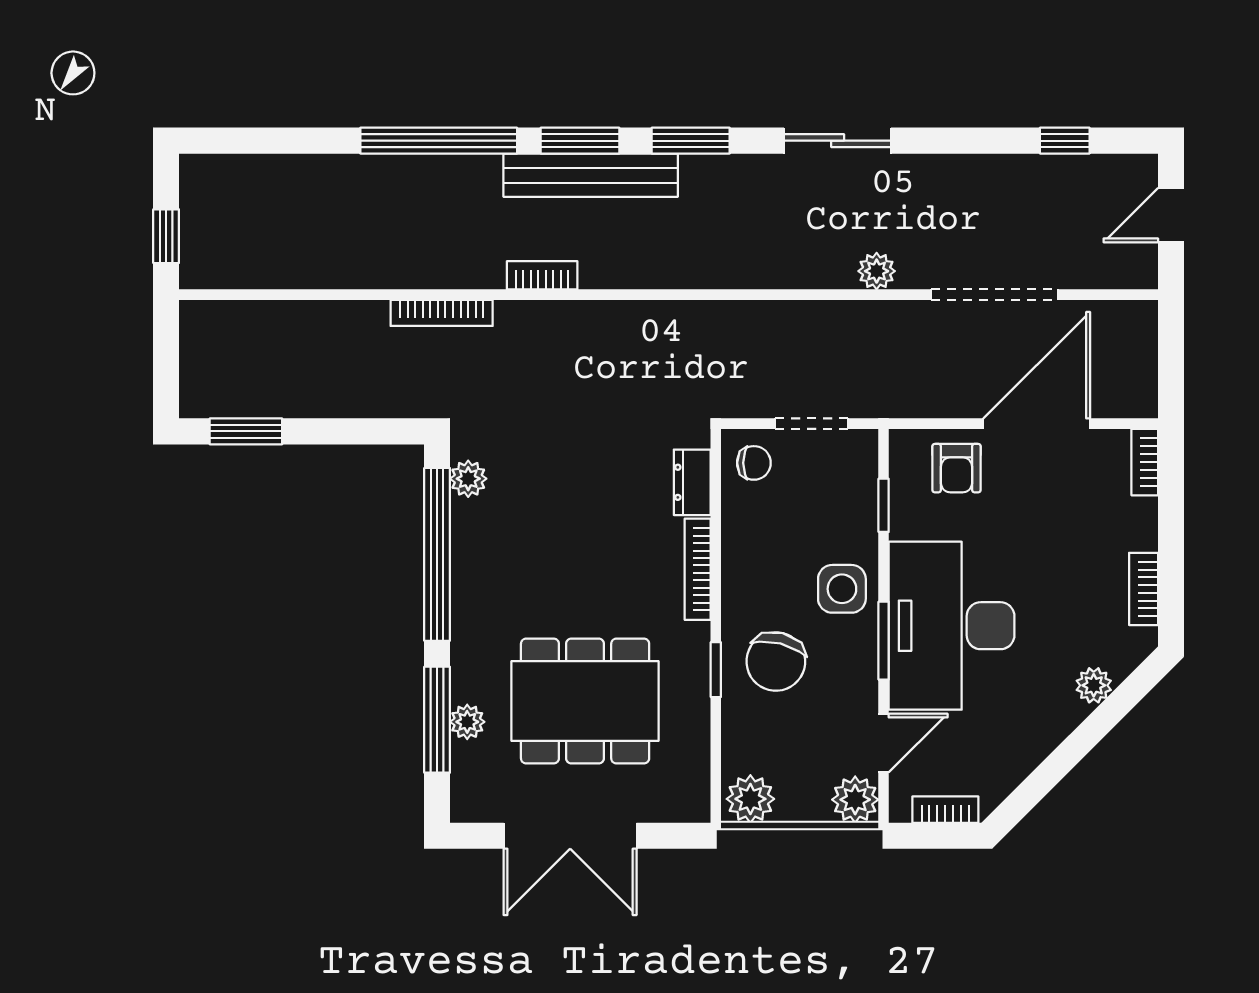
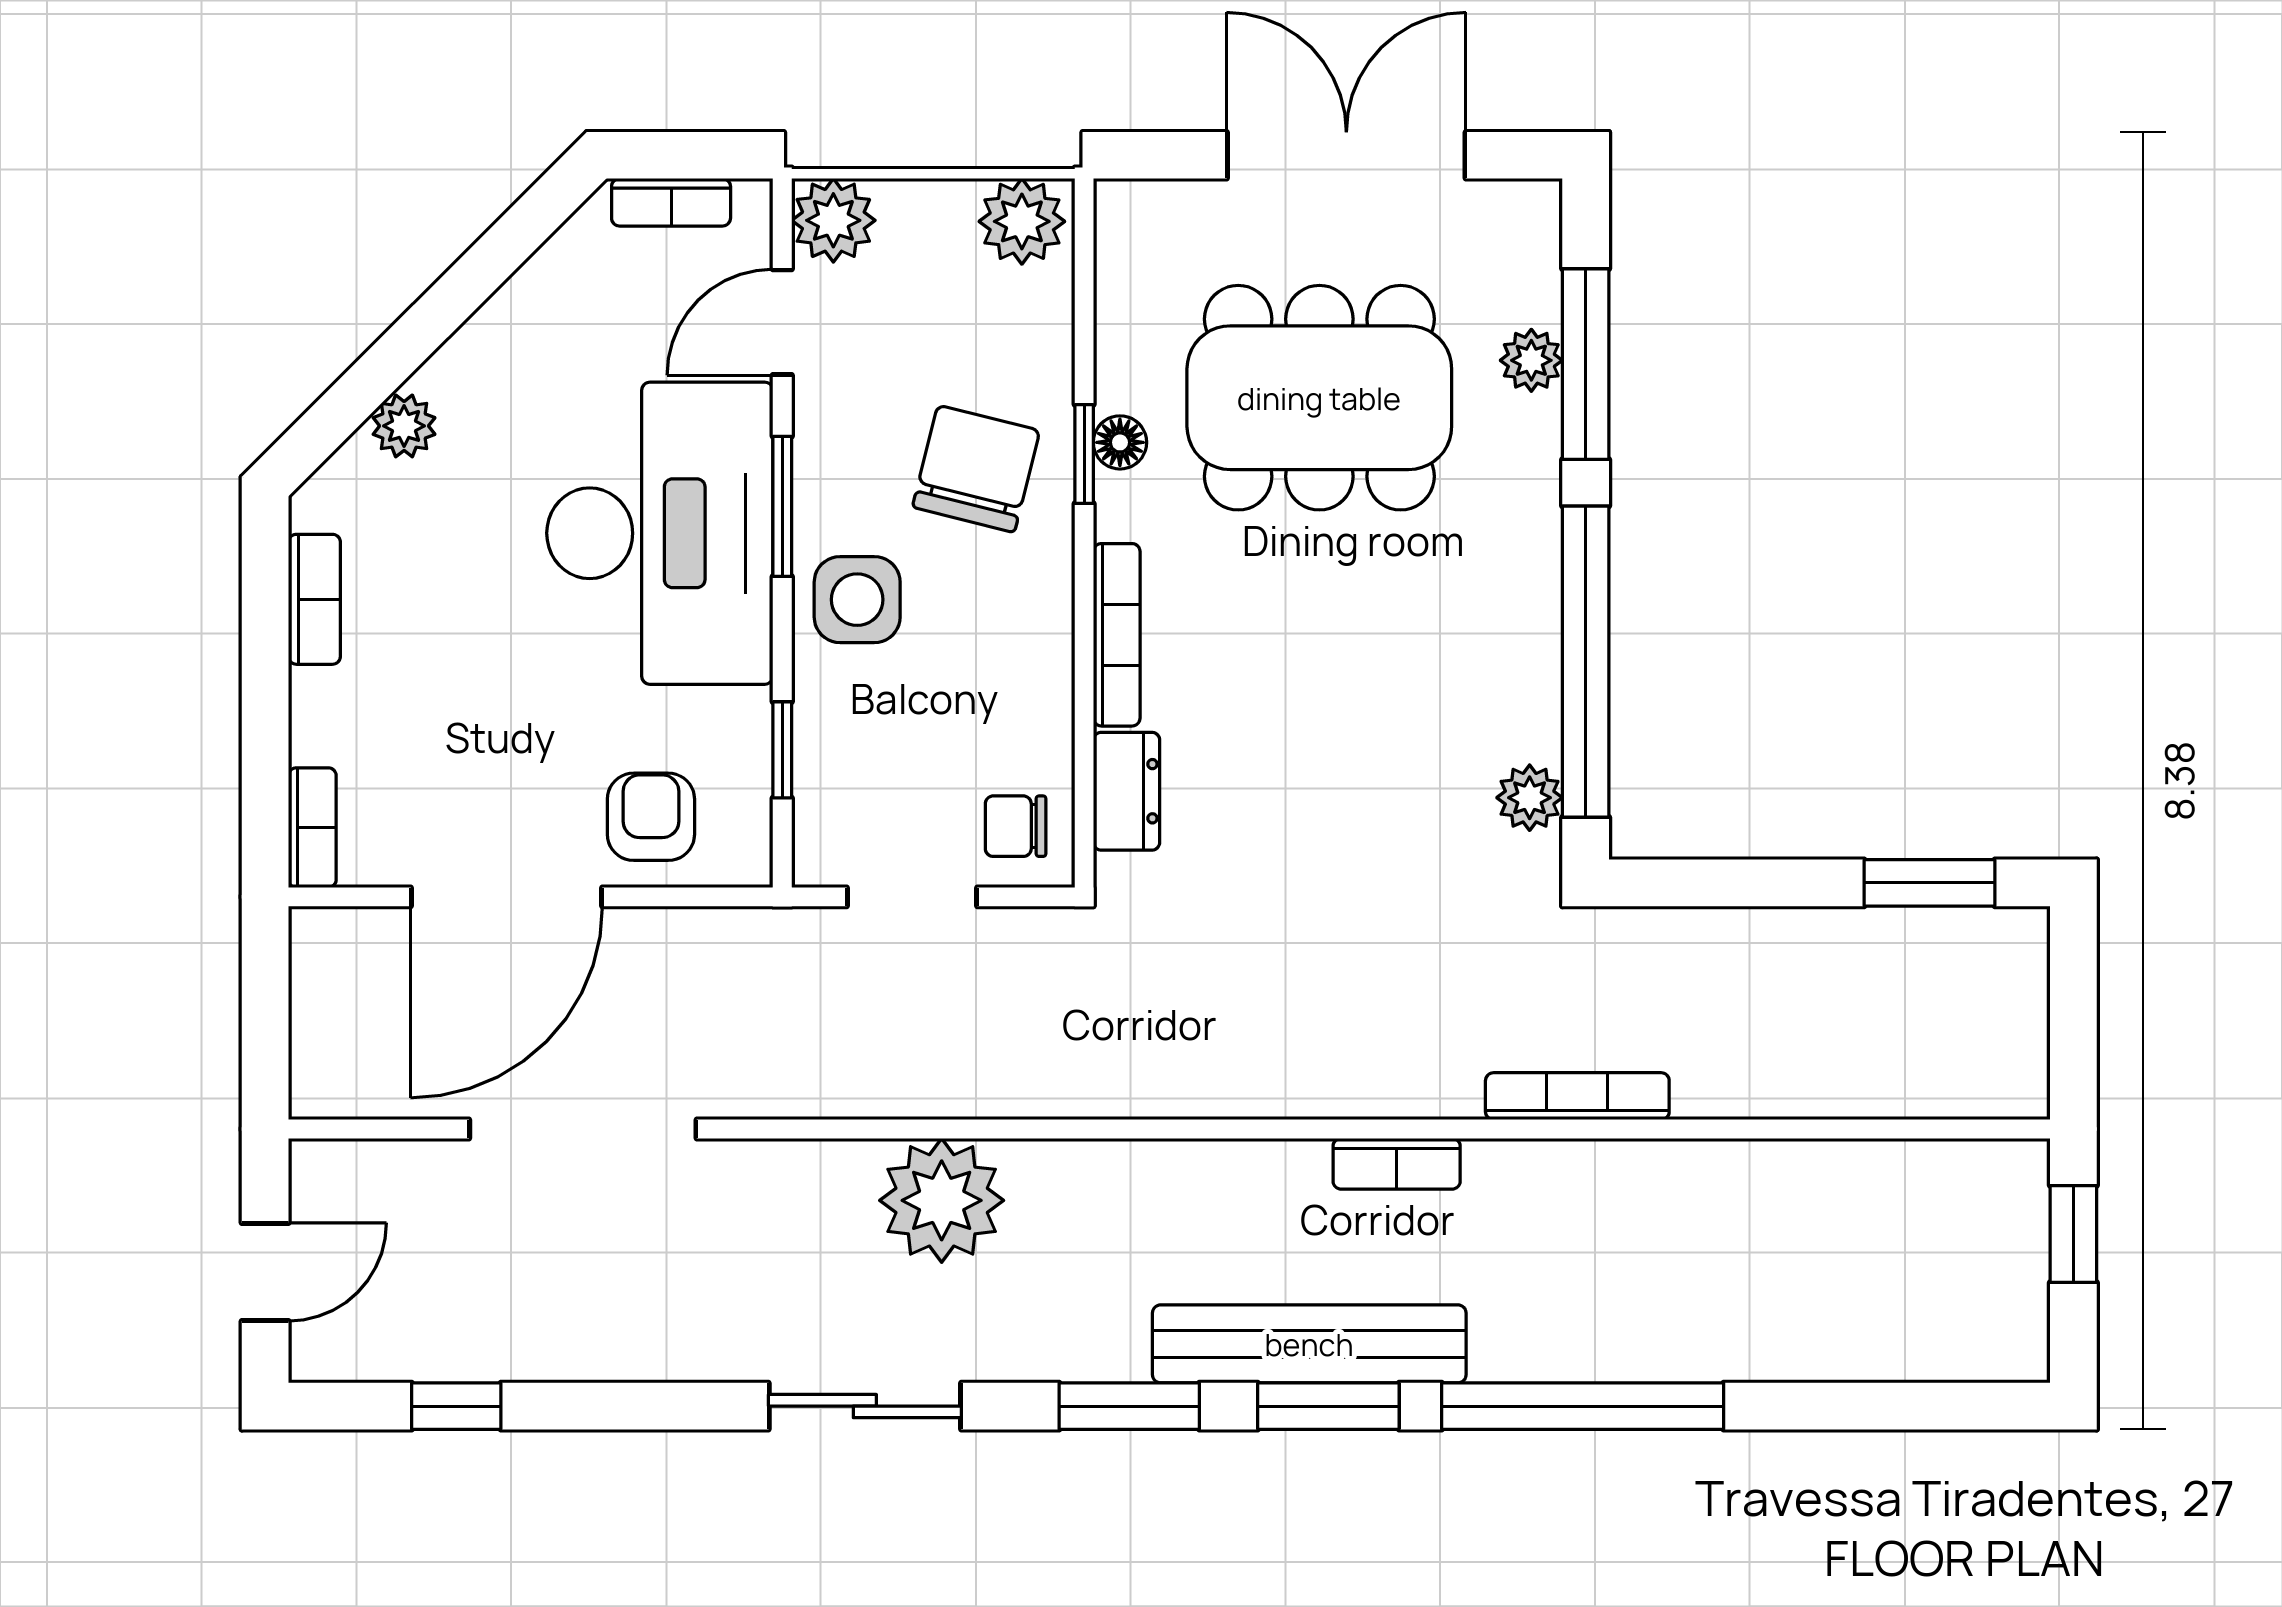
plant: (877, 271) -> (942, 1200), moved, width x1.87, depth x1.87
floor lamp: (696, 676) -> (1120, 442), added

